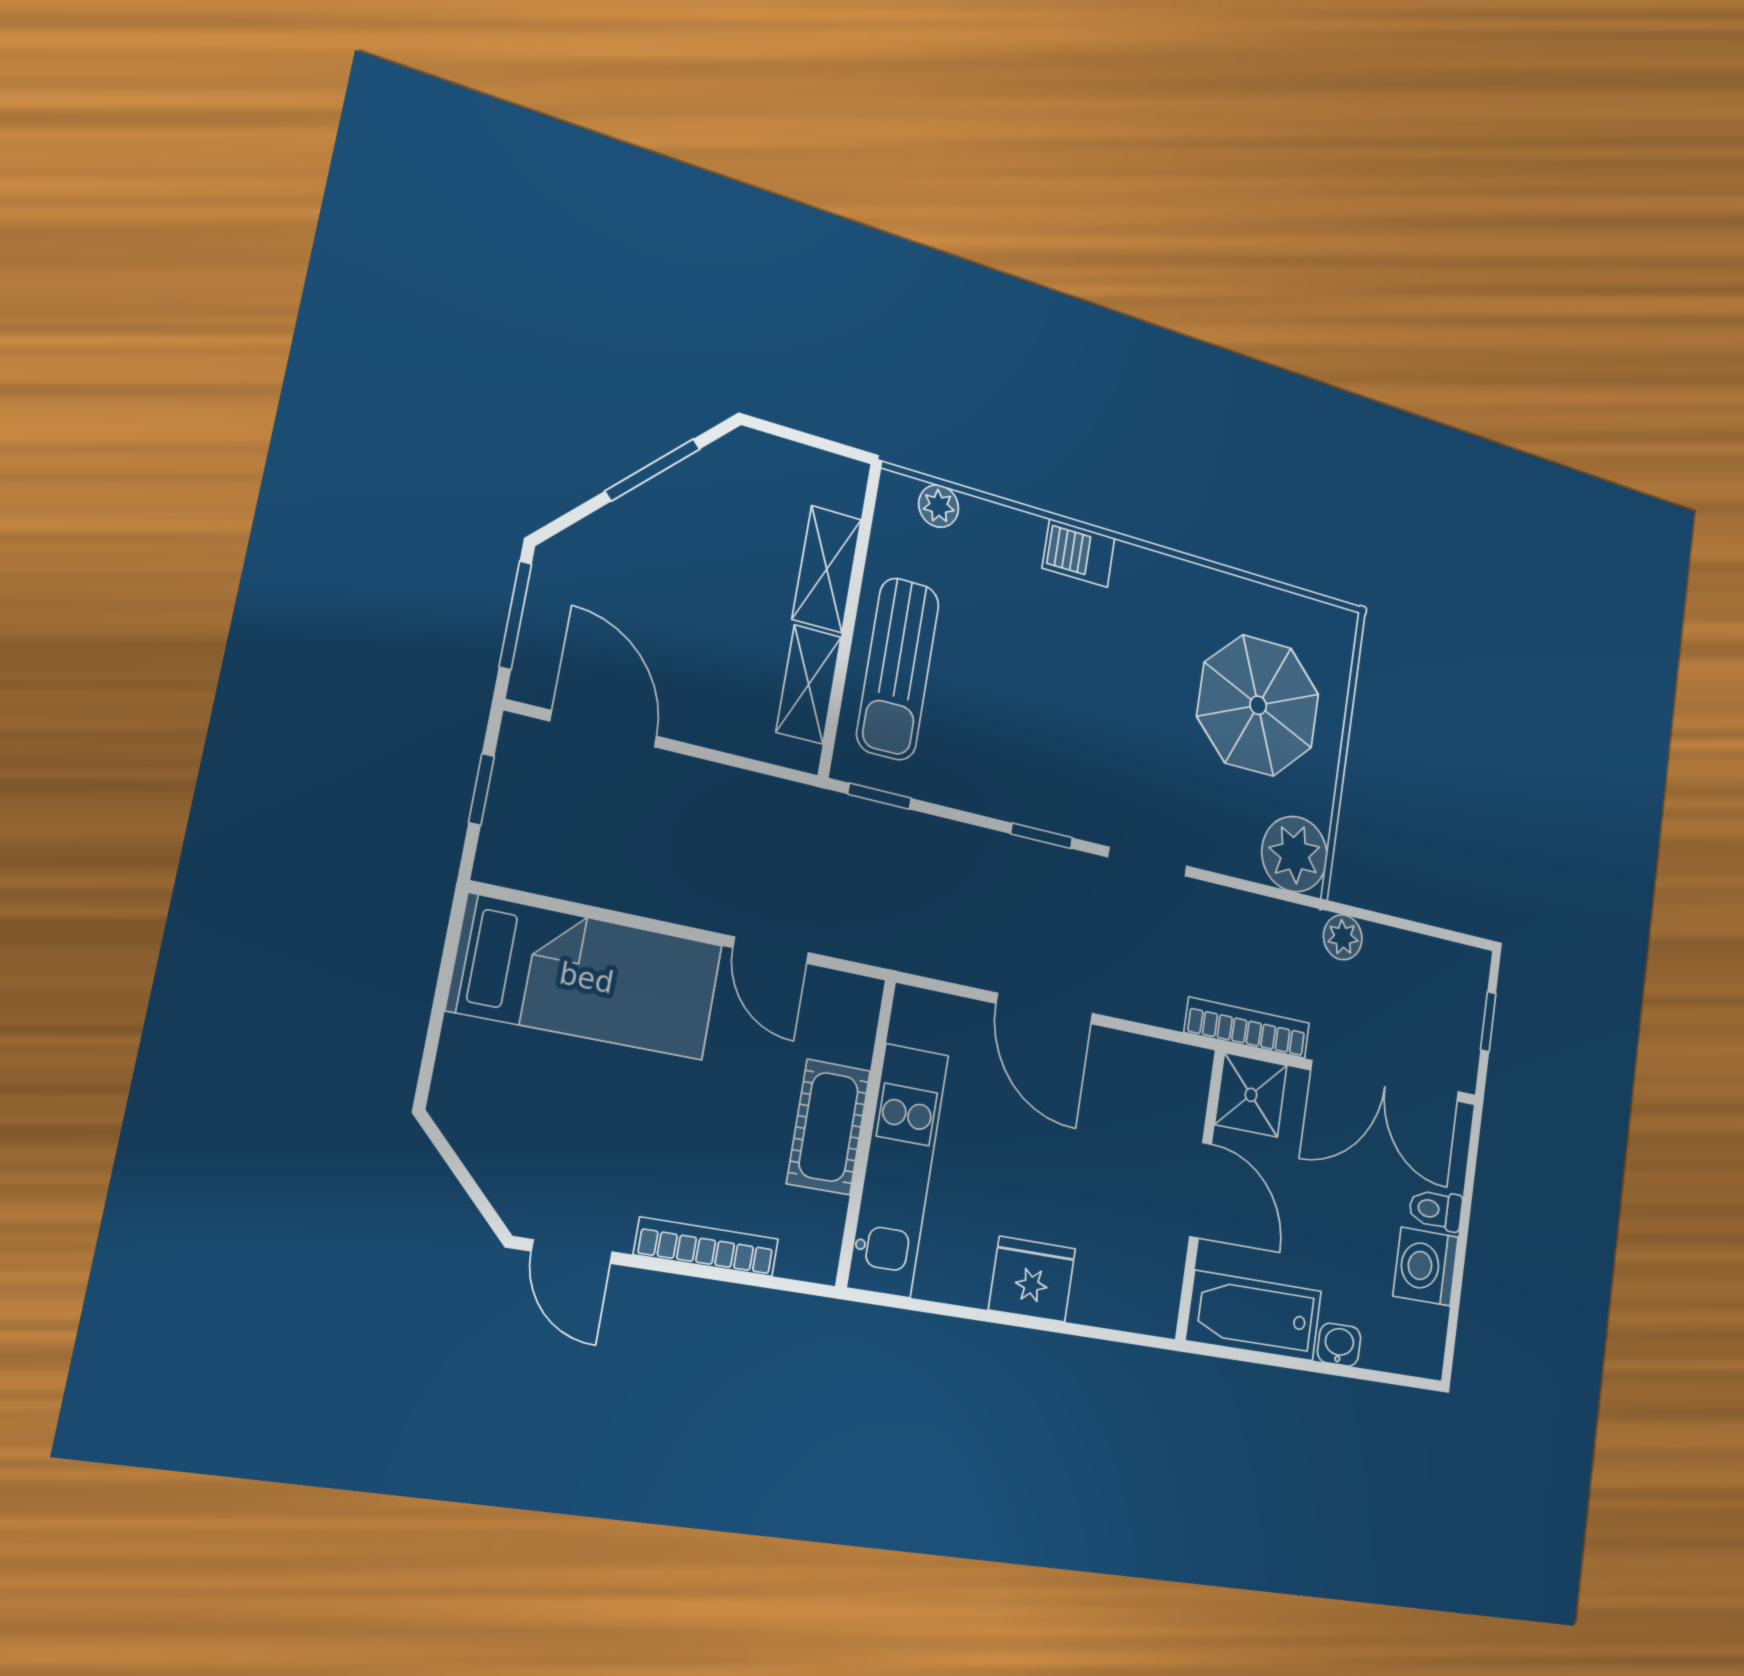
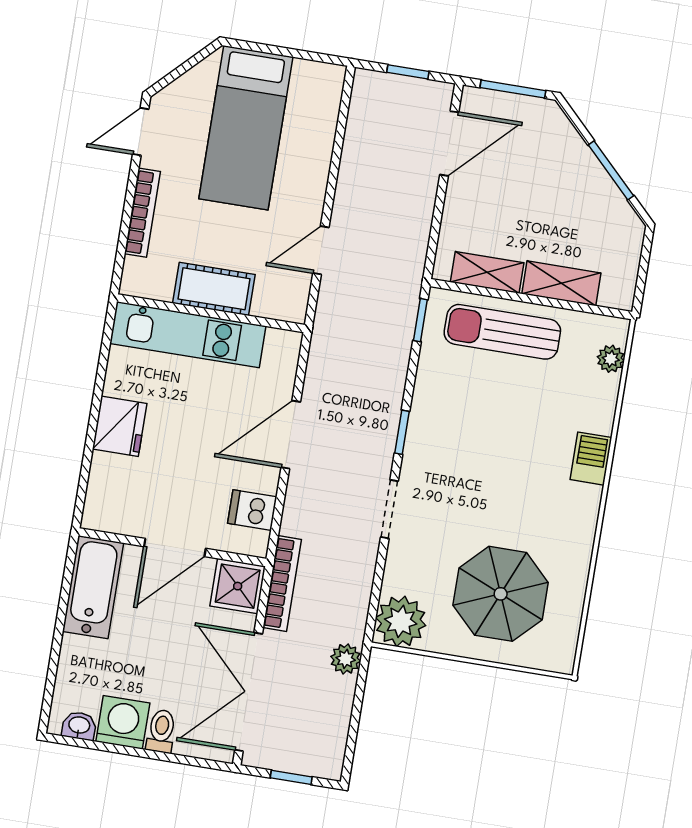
bed: (587, 977) -> (246, 128), moved
dishwasher: (1149, 1071) -> (252, 510), added
washbasin: (1339, 1345) -> (79, 726), moved, turned -90

